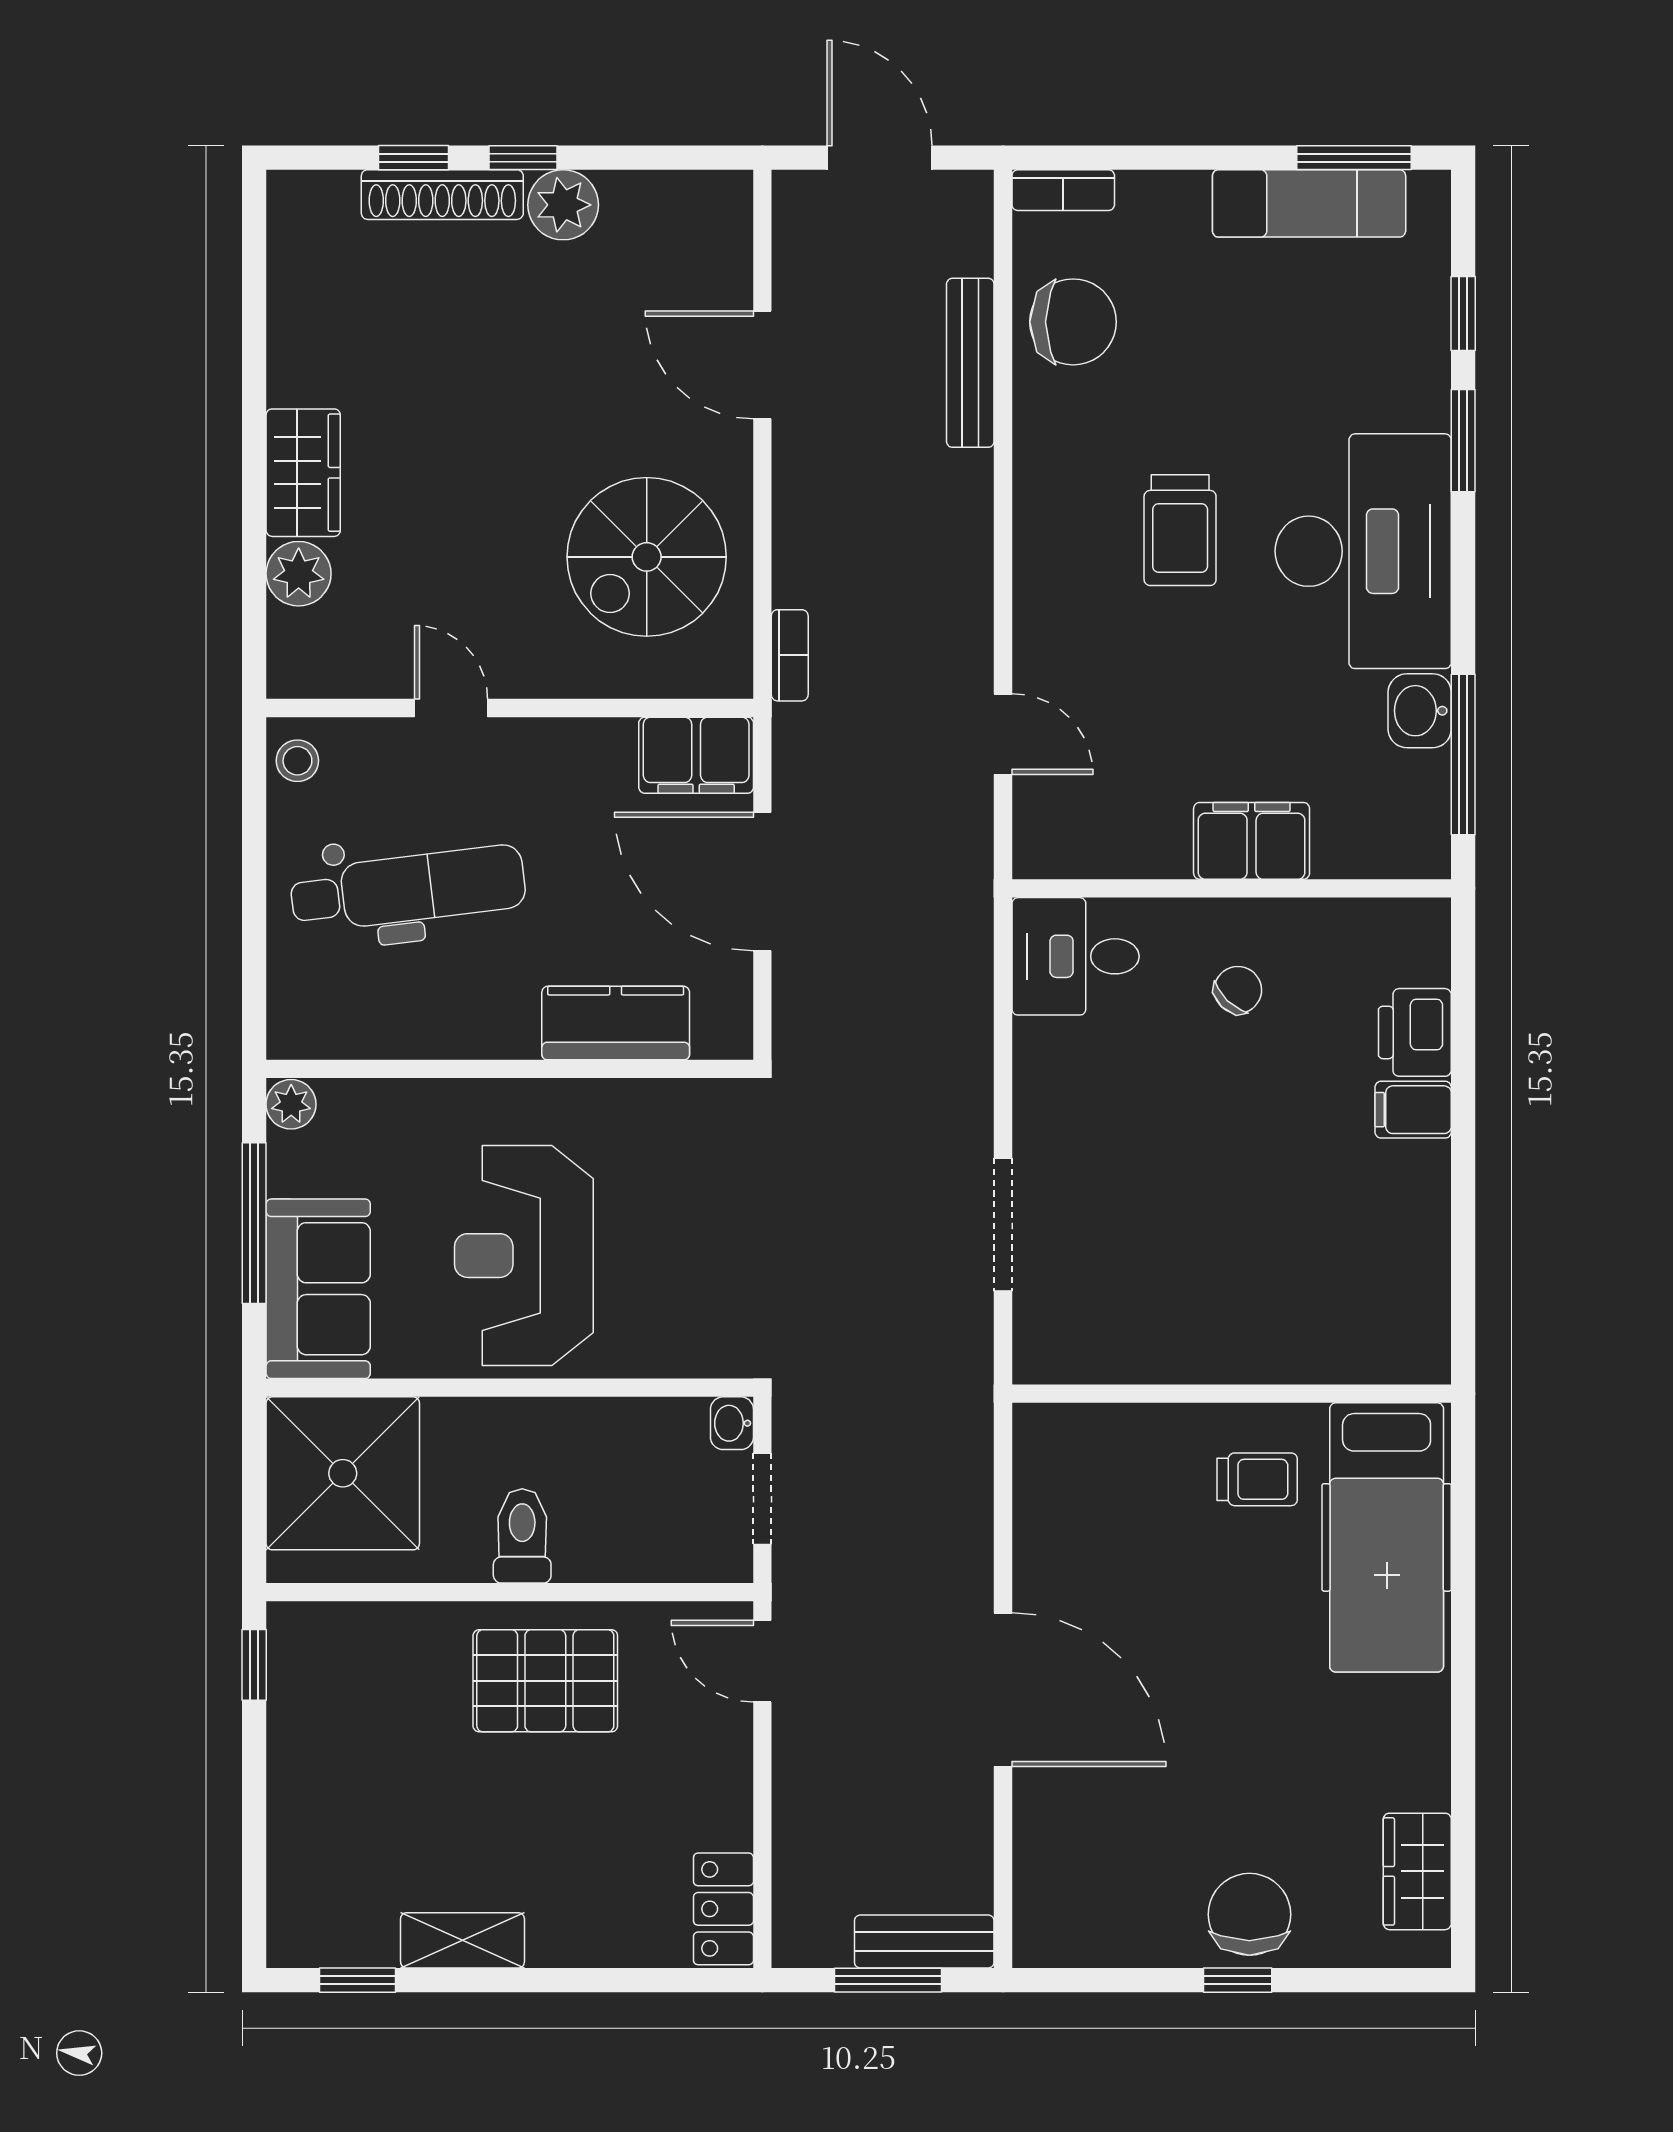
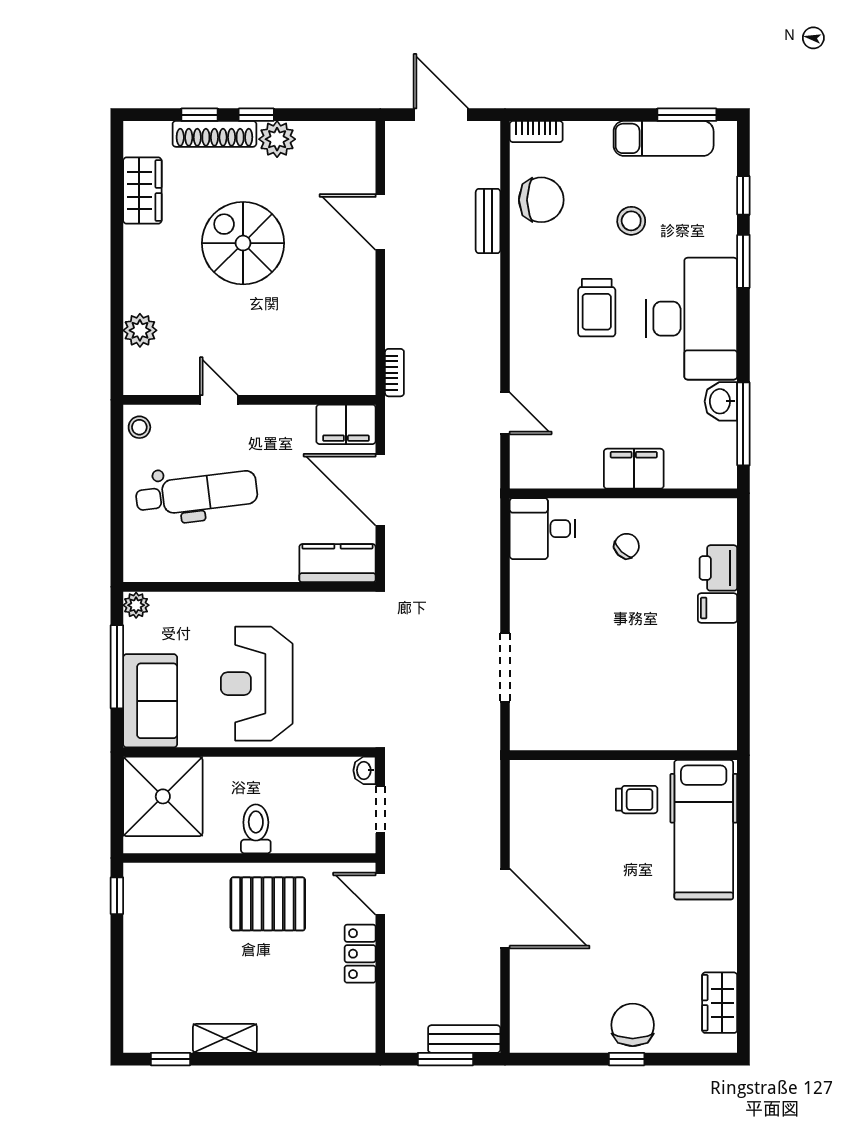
stool: (1247, 362) -> (631, 221), added
bench: (970, 363) -> (488, 221), width x0.73
wardrobe: (303, 473) -> (142, 191), moved
spiral stairs: (647, 557) -> (243, 243), moved, turned 90
kitchen counter: (616, 1023) -> (337, 563), moved
locker: (723, 1909) -> (360, 954), moved

